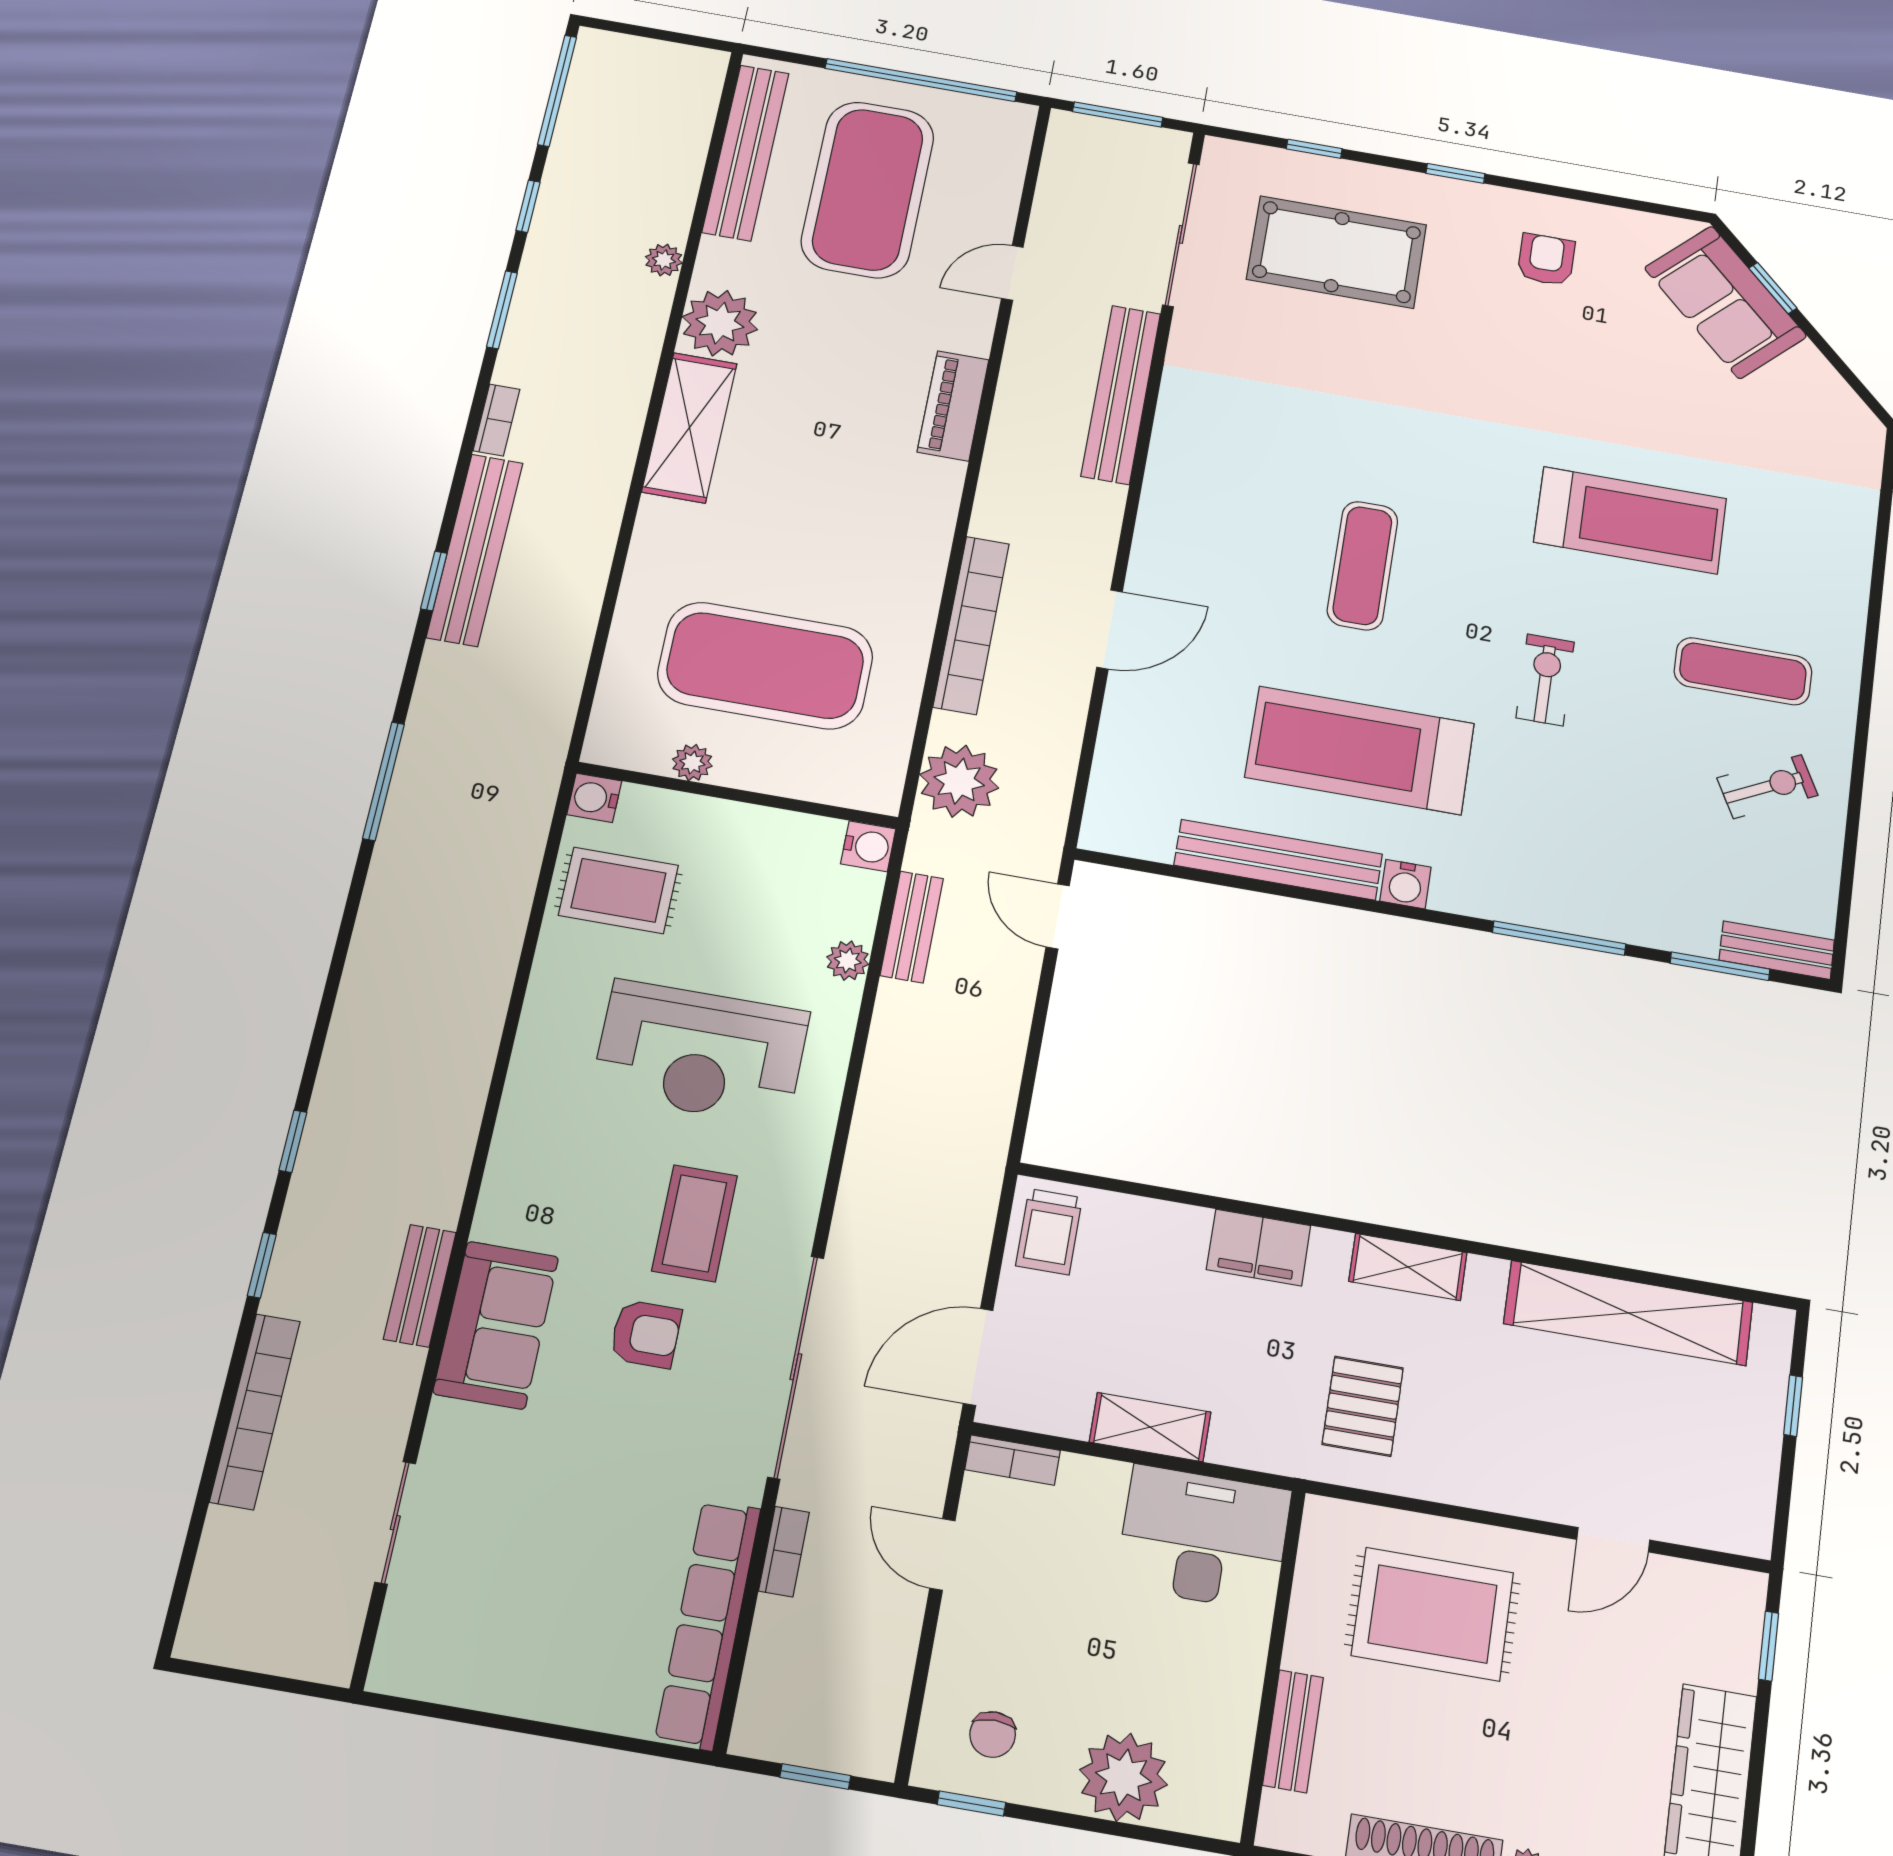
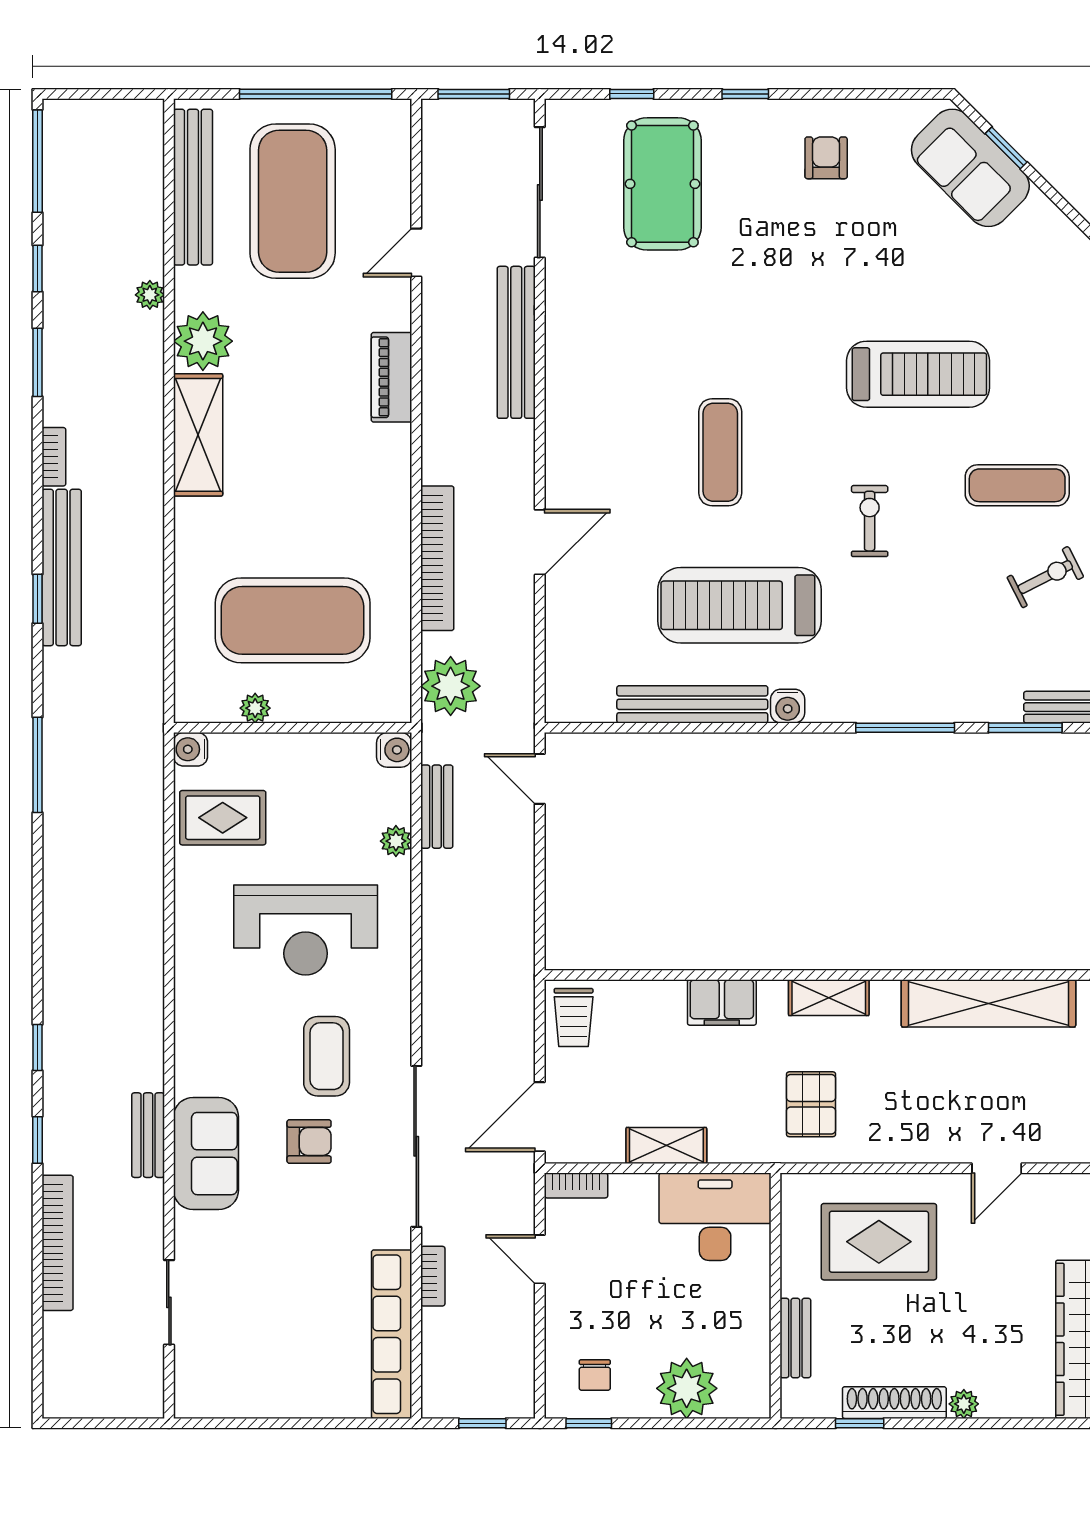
pool table: (1337, 252) -> (662, 184), turned 90

